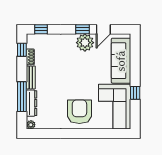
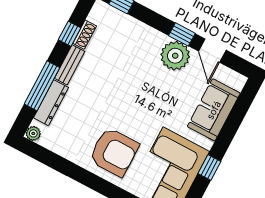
door: (103, 29) -> (212, 51), hinge flipped
window: (22, 50) -> (70, 34), moved
sofa: (121, 61) -> (214, 110), width x0.73
armchair: (79, 112) -> (114, 152), turned 90

